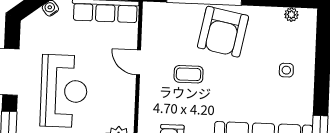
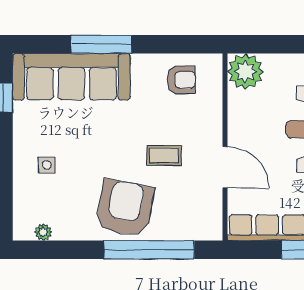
door: (138, 62) -> (225, 167), width x1.38

